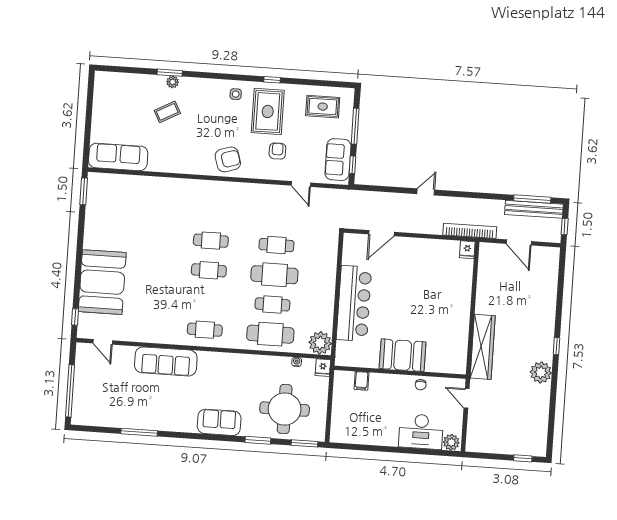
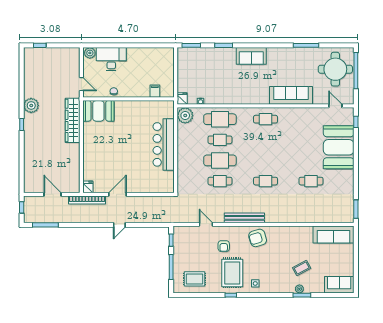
sofa: (338, 160) -> (339, 285), moved, turned -90
bench: (534, 209) -> (244, 218), moved
door: (382, 233) -> (118, 194), moved
cafe table: (209, 270) -> (311, 181), moved
booth: (403, 355) -> (98, 111), moved
round table: (285, 409) -> (335, 69), moved

